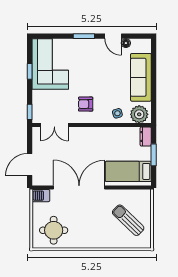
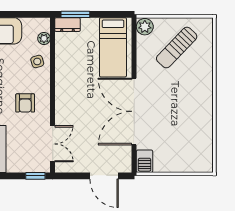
plant: (139, 114) -> (44, 38), width x0.53, depth x0.53
window: (154, 155) -> (75, 14), moved
plant: (144, 196) -> (145, 27), added
round table: (54, 230) -> (190, 145), removed

